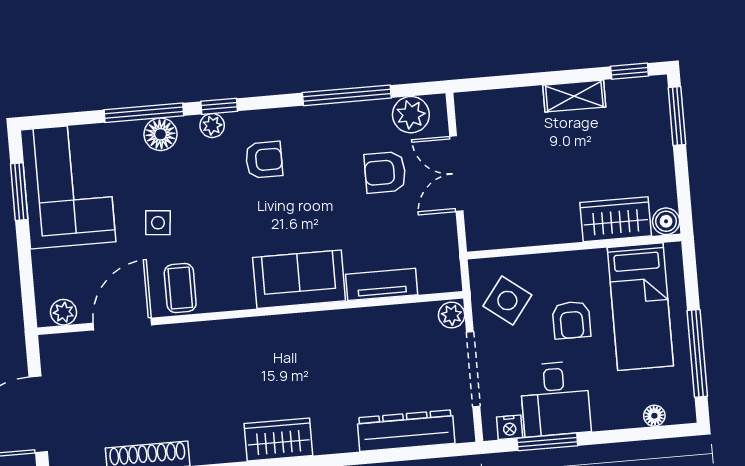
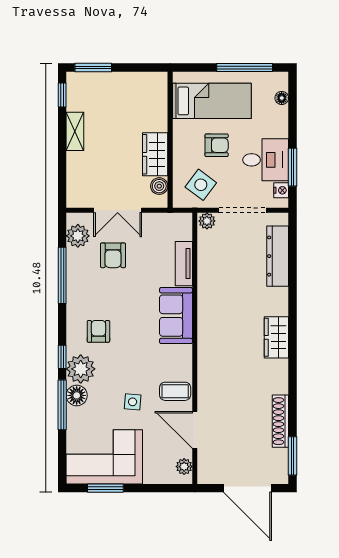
plant: (212, 125) -> (81, 369), width x1.88, depth x1.88
wardrobe: (616, 219) -> (155, 154), moved
boiler: (666, 221) -> (159, 186), moved

